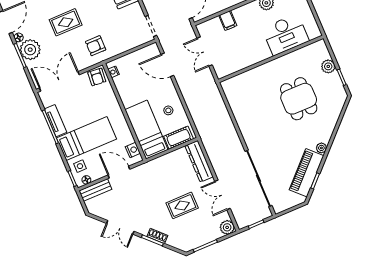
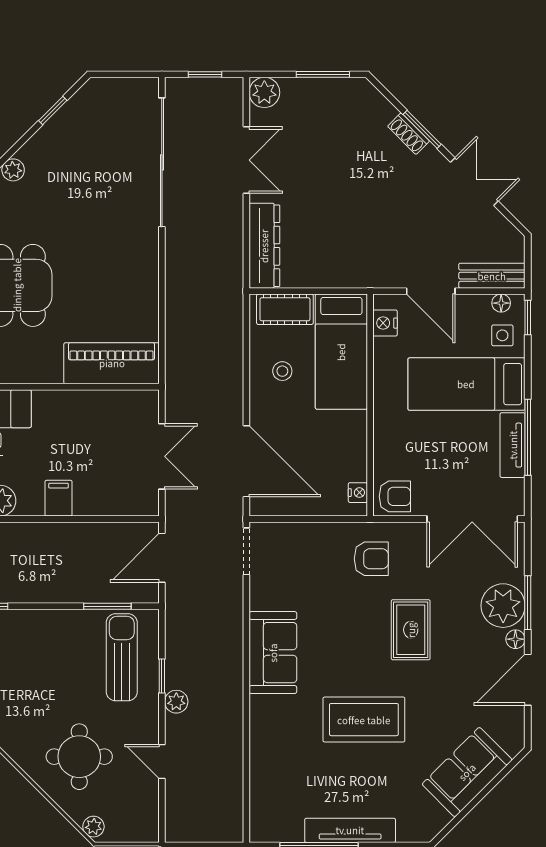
filing cabinet: (228, 20) -> (59, 498), moved
rug: (66, 22) -> (411, 630), turned 90
door: (167, 65) -> (246, 461), width x1.36
armchair: (97, 77) -> (395, 496), turned 85
piano: (307, 173) -> (112, 363), moved, turned -135
rug: (182, 205) -> (335, 173), removed

